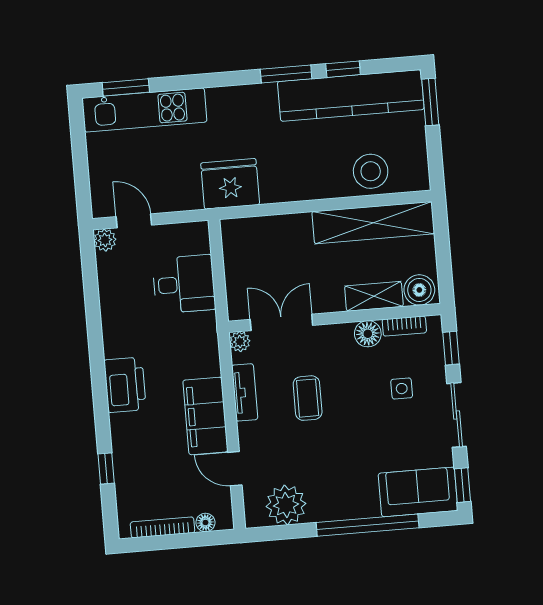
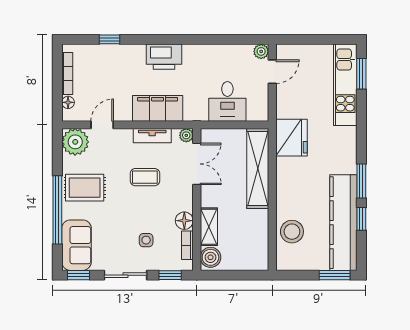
shelving: (373, 223) -> (258, 169), moved
filing cabinet: (205, 416) -> (158, 108), moved
rug: (331, 487) -> (85, 188), added
plant: (286, 505) -> (75, 142), moved

